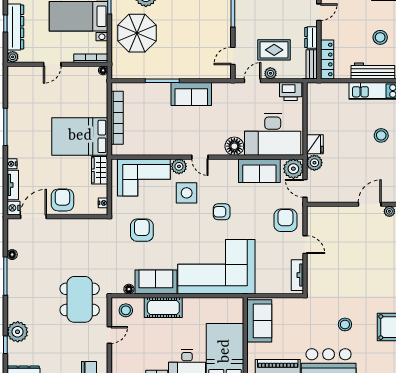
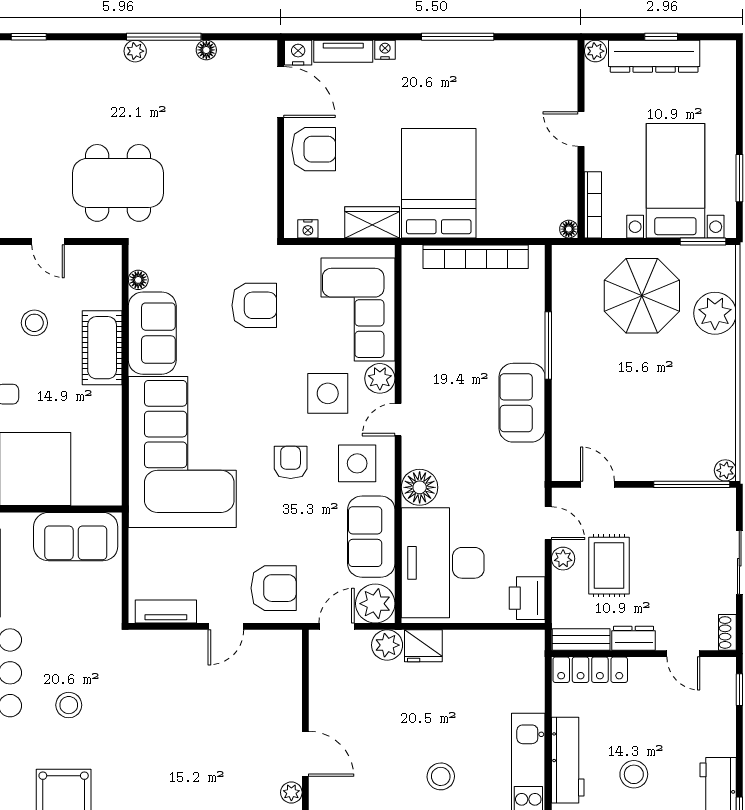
side table: (222, 178) -> (357, 463), added
stool: (126, 310) -> (34, 323), moved
plant: (18, 332) -> (135, 51), moved, width x0.53, depth x0.53

